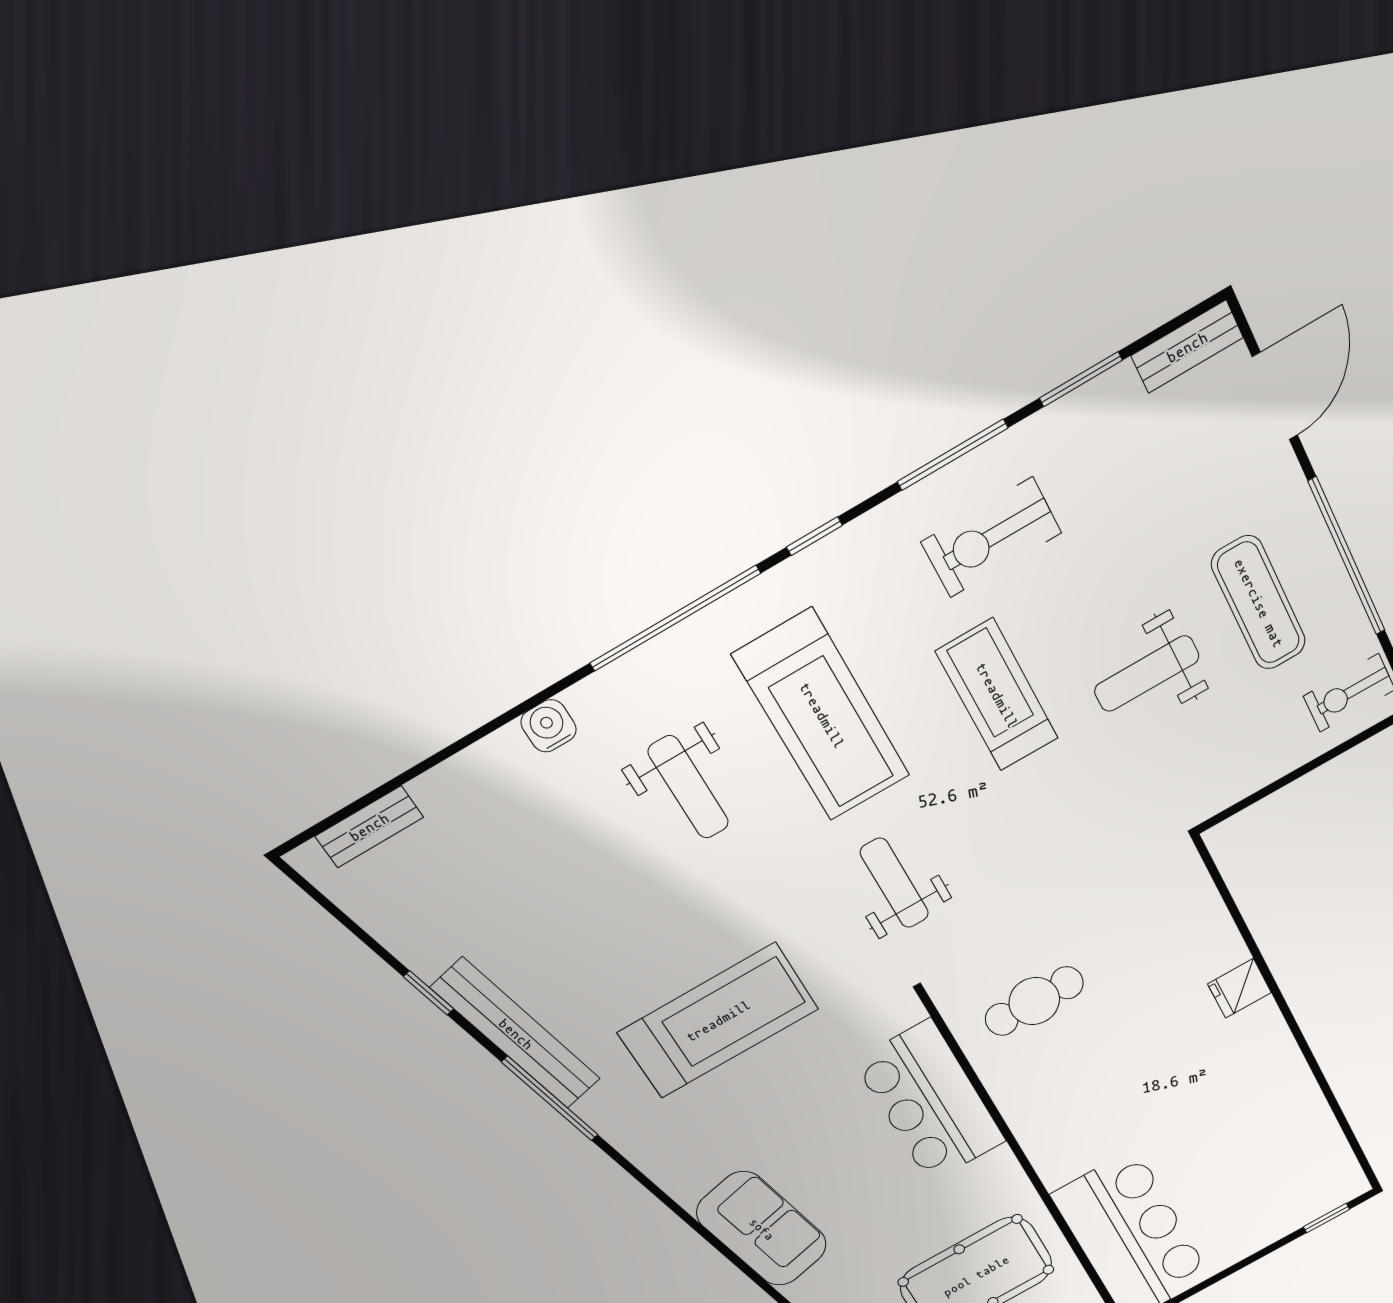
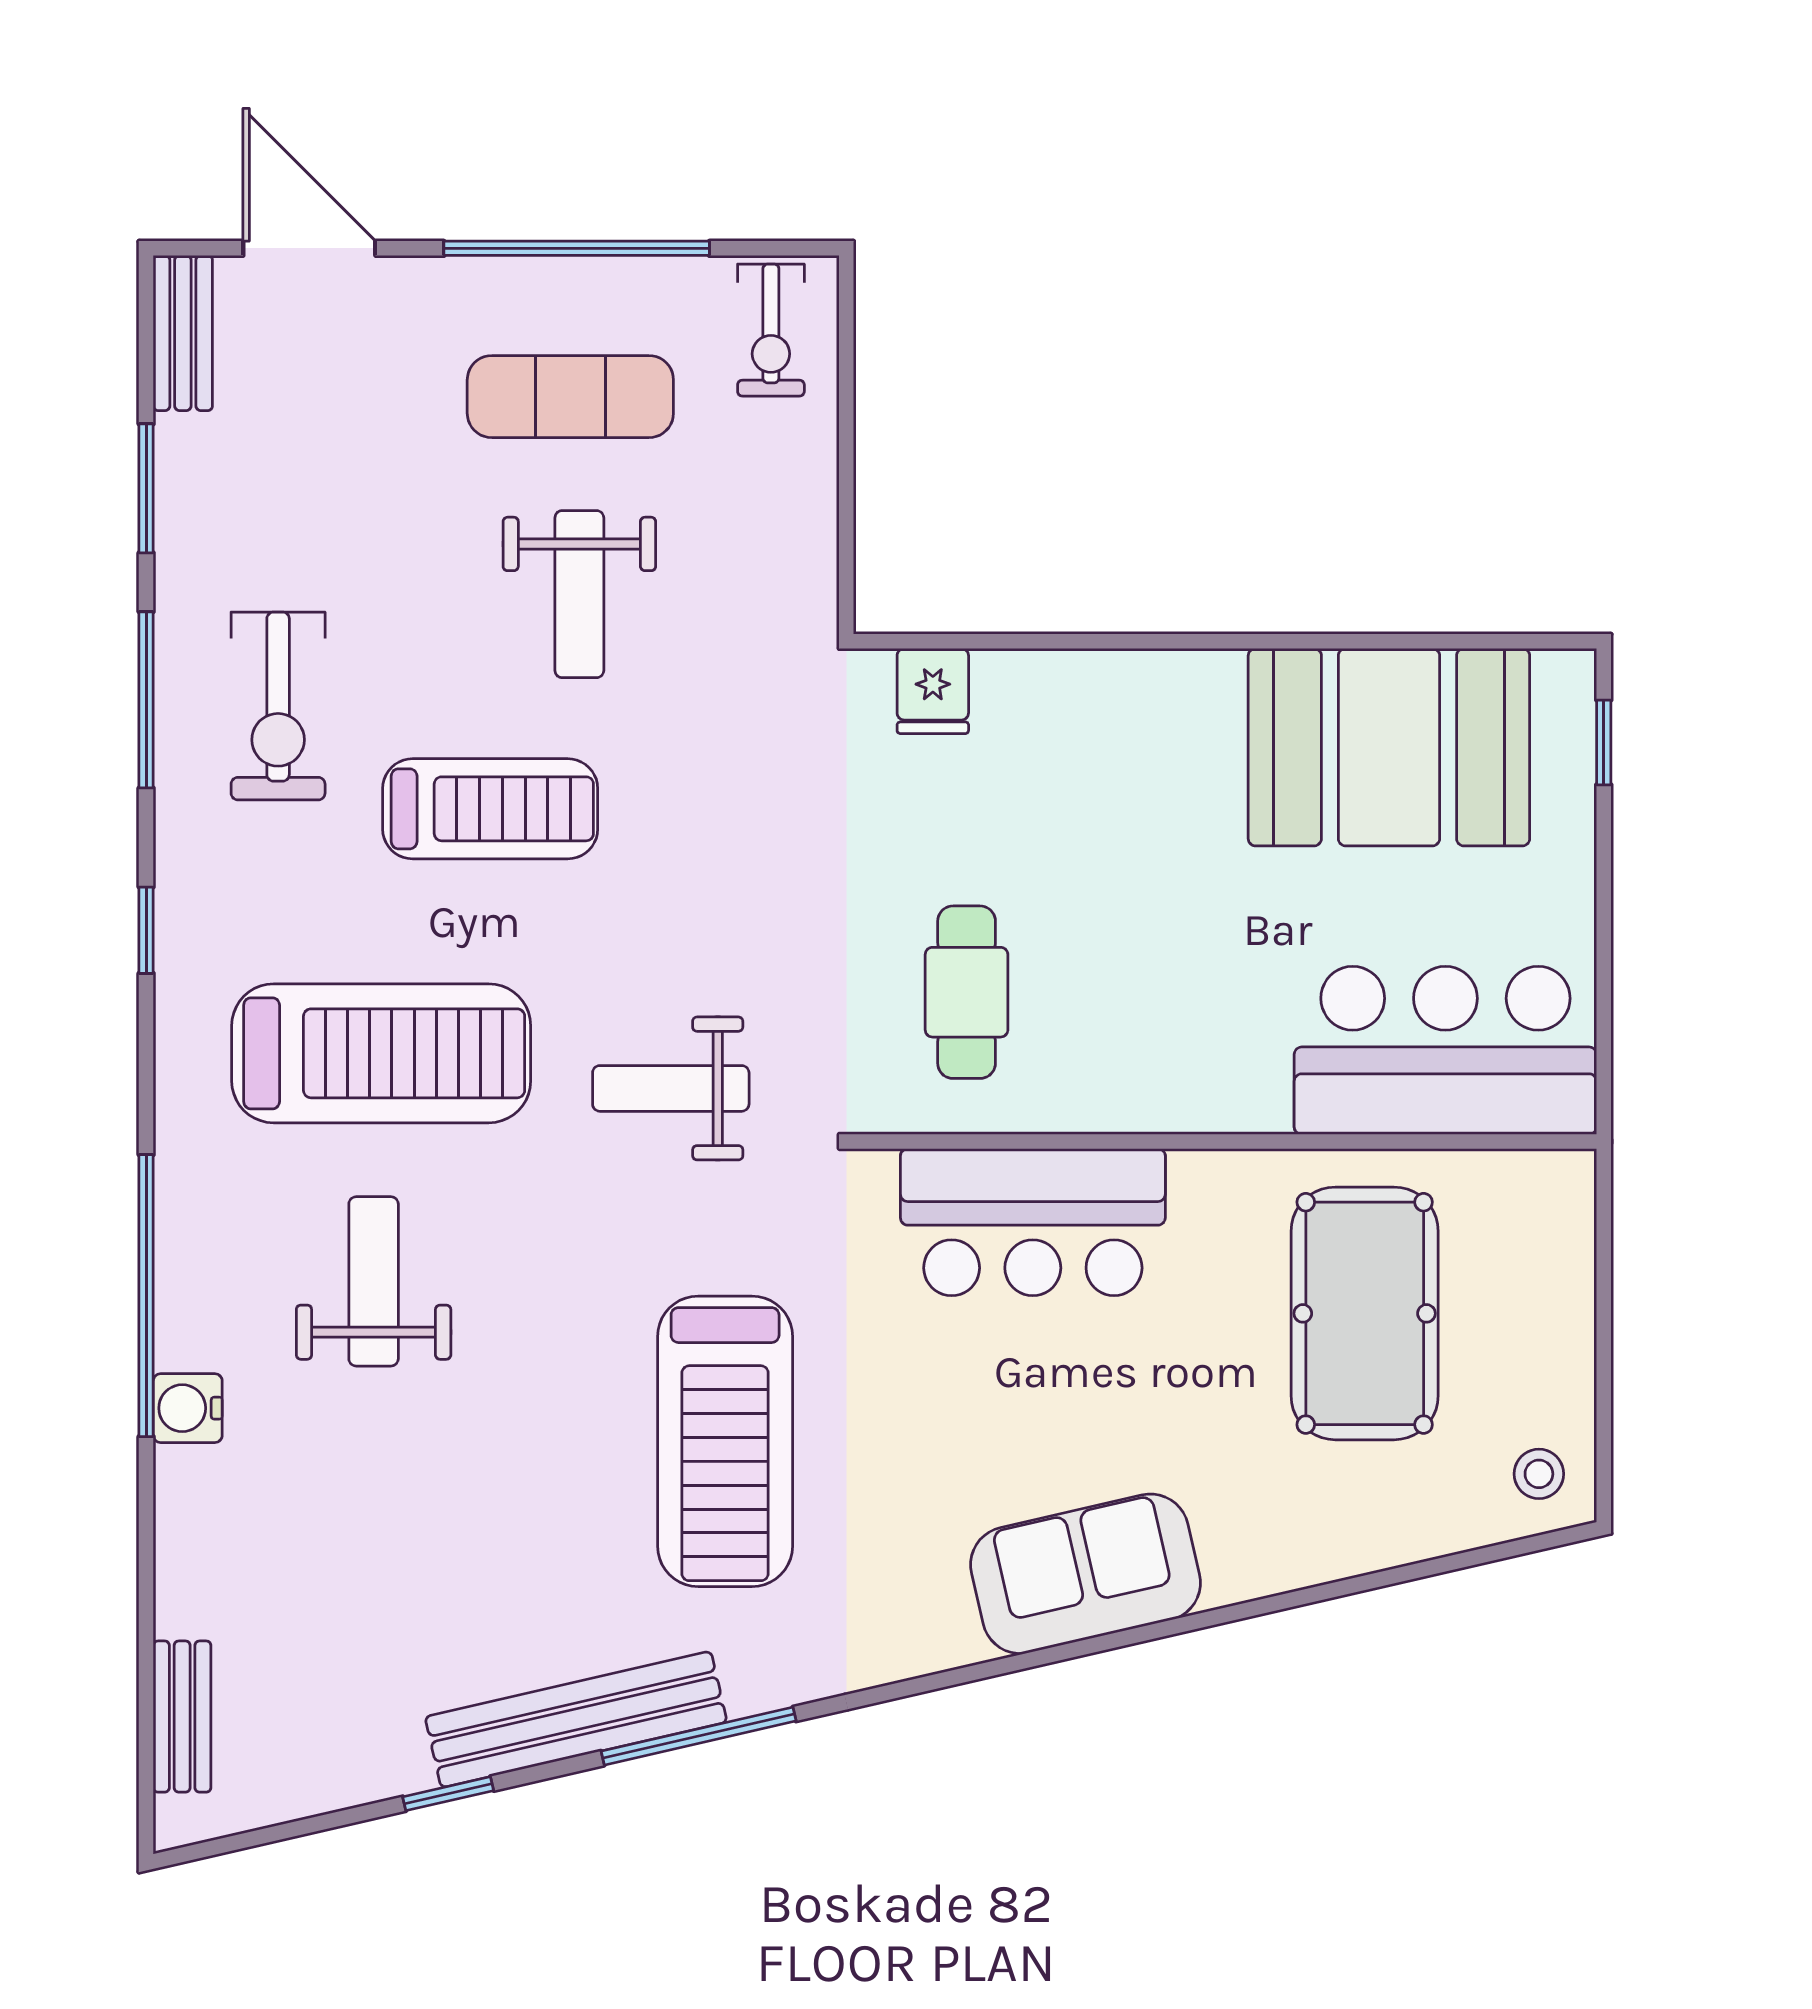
window: (675, 618) -> (146, 1296), moved
treadmill: (997, 695) -> (490, 809), turned 180
weight bench: (688, 787) -> (374, 1281), turned -90
fridge: (1239, 988) -> (933, 691), moved
treadmill: (718, 1021) -> (725, 1441), turned 180
booth: (1274, 1126) -> (1389, 747), added

